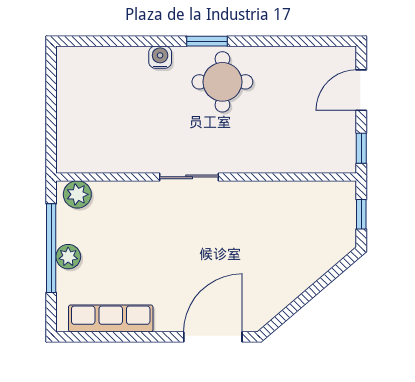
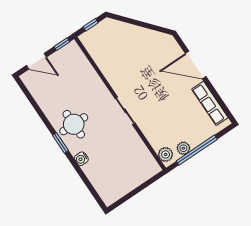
plant: (68, 257) -> (183, 148), moved
door: (213, 337) -> (196, 65), moved

